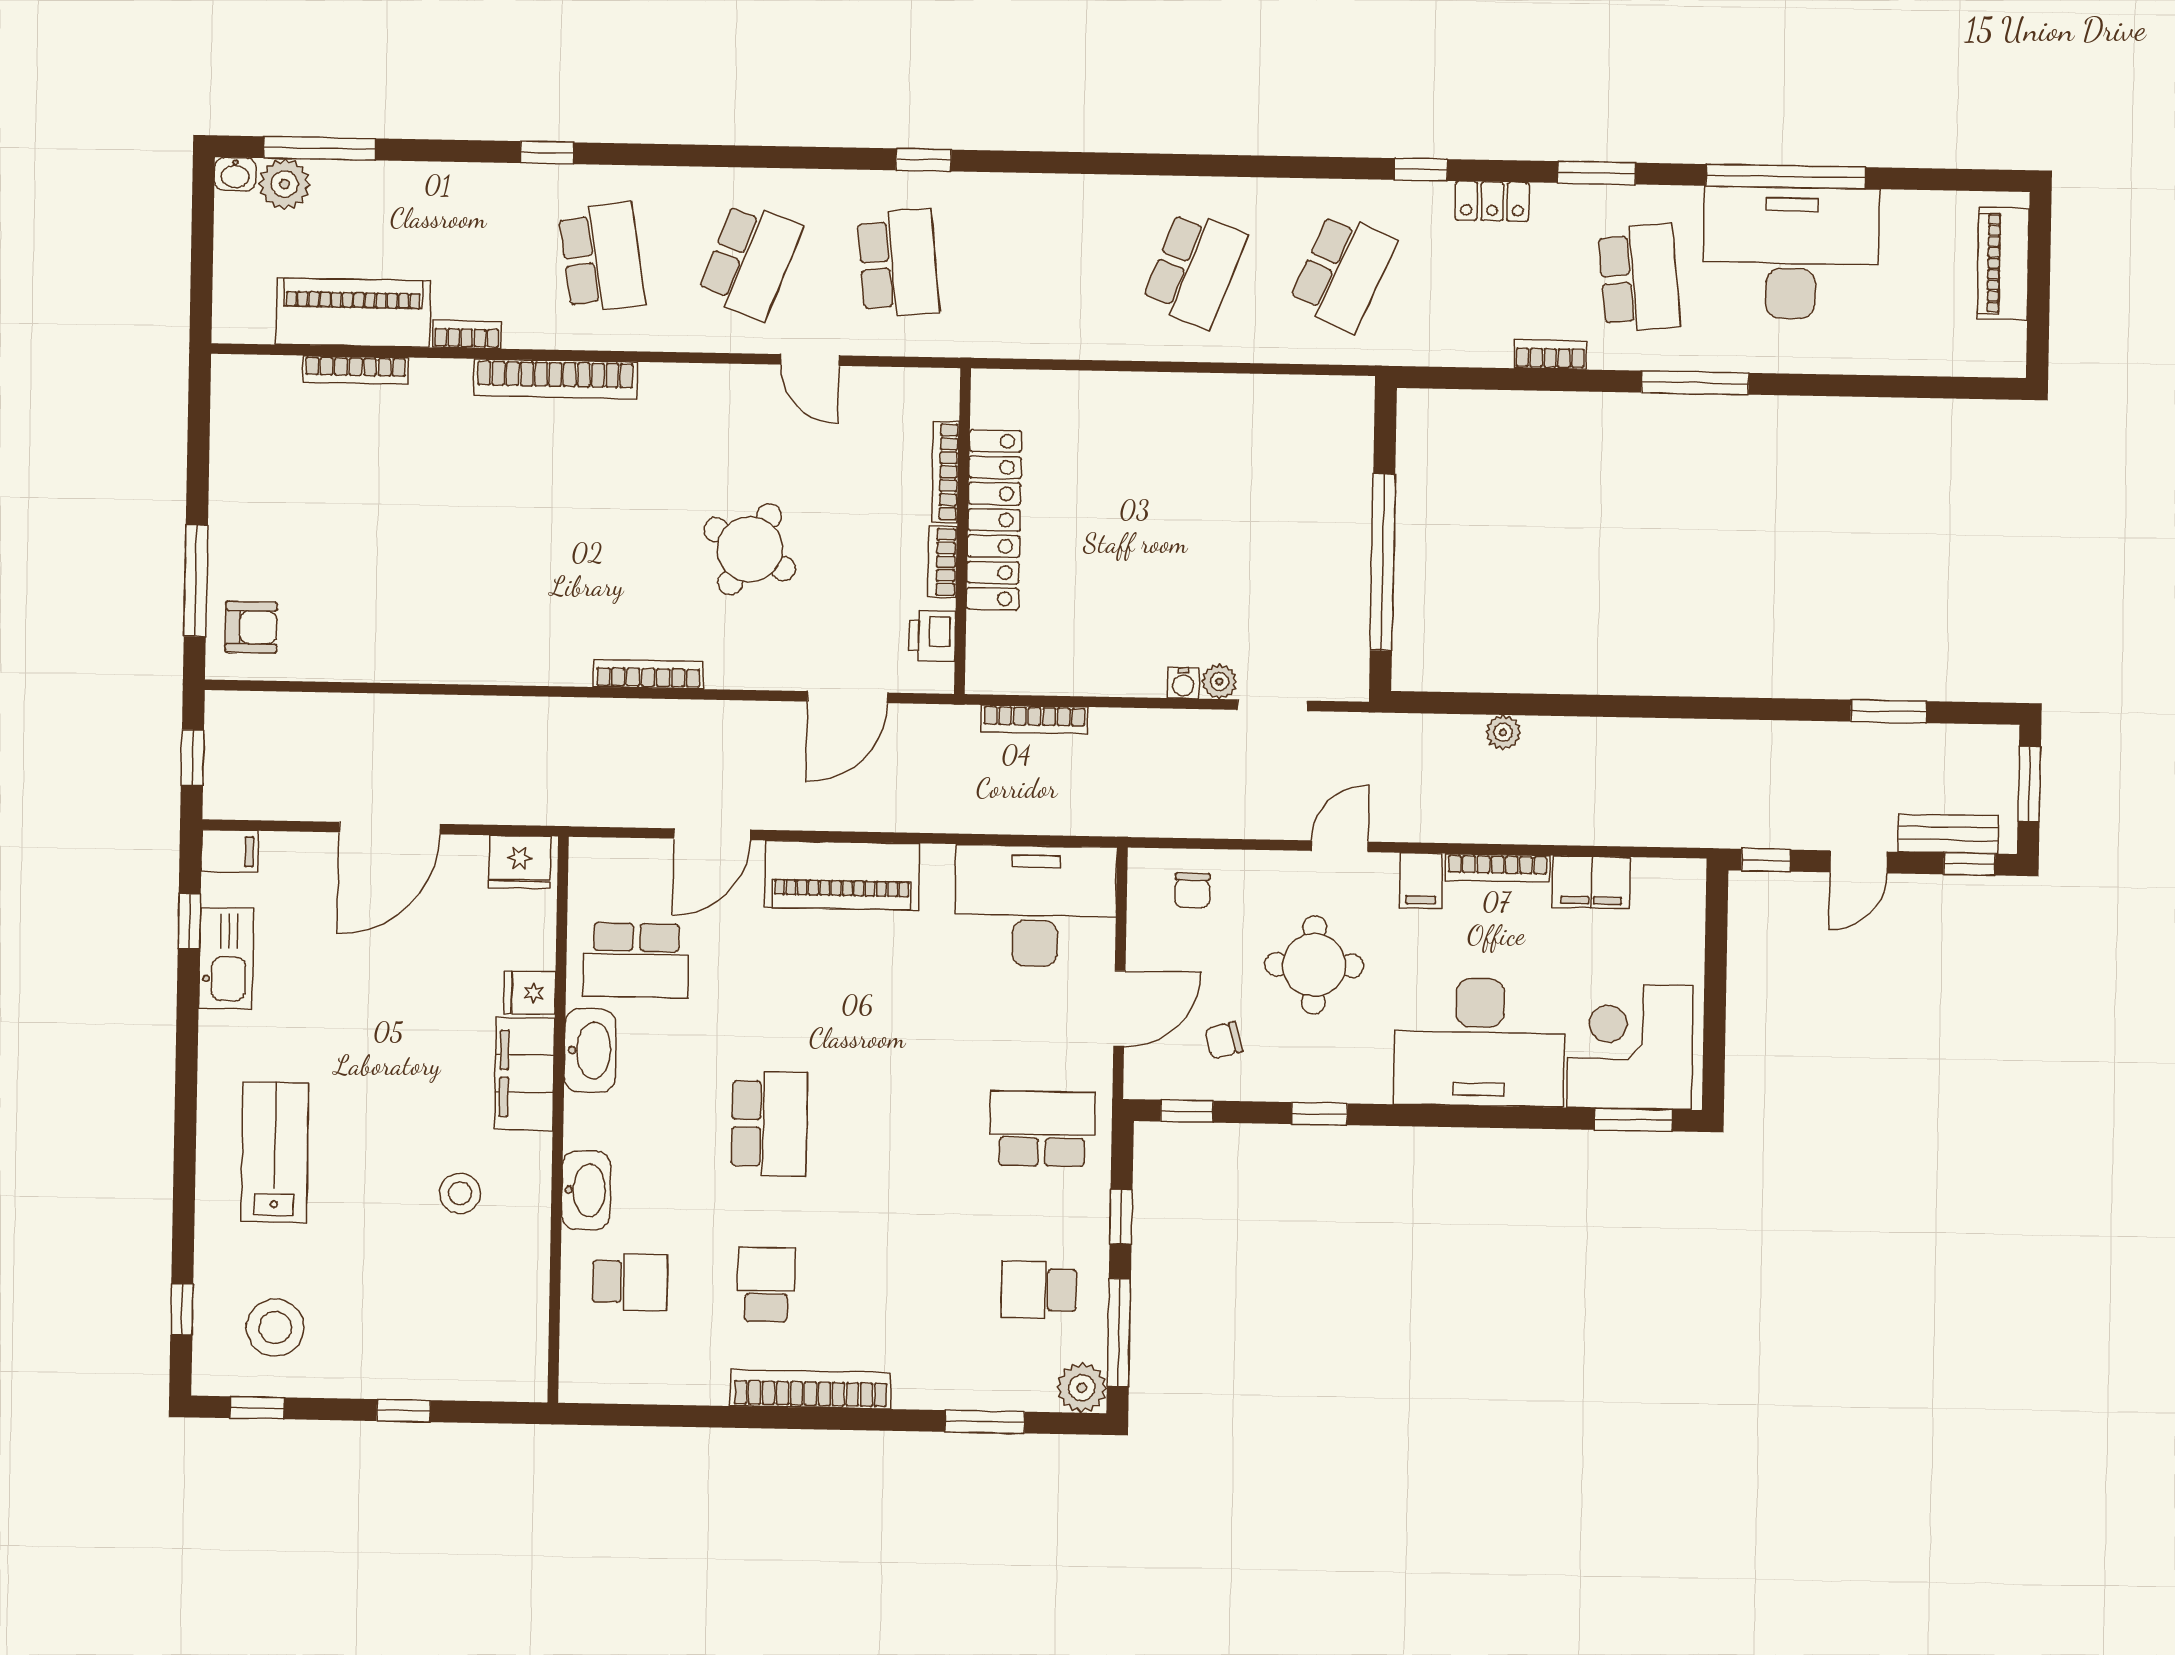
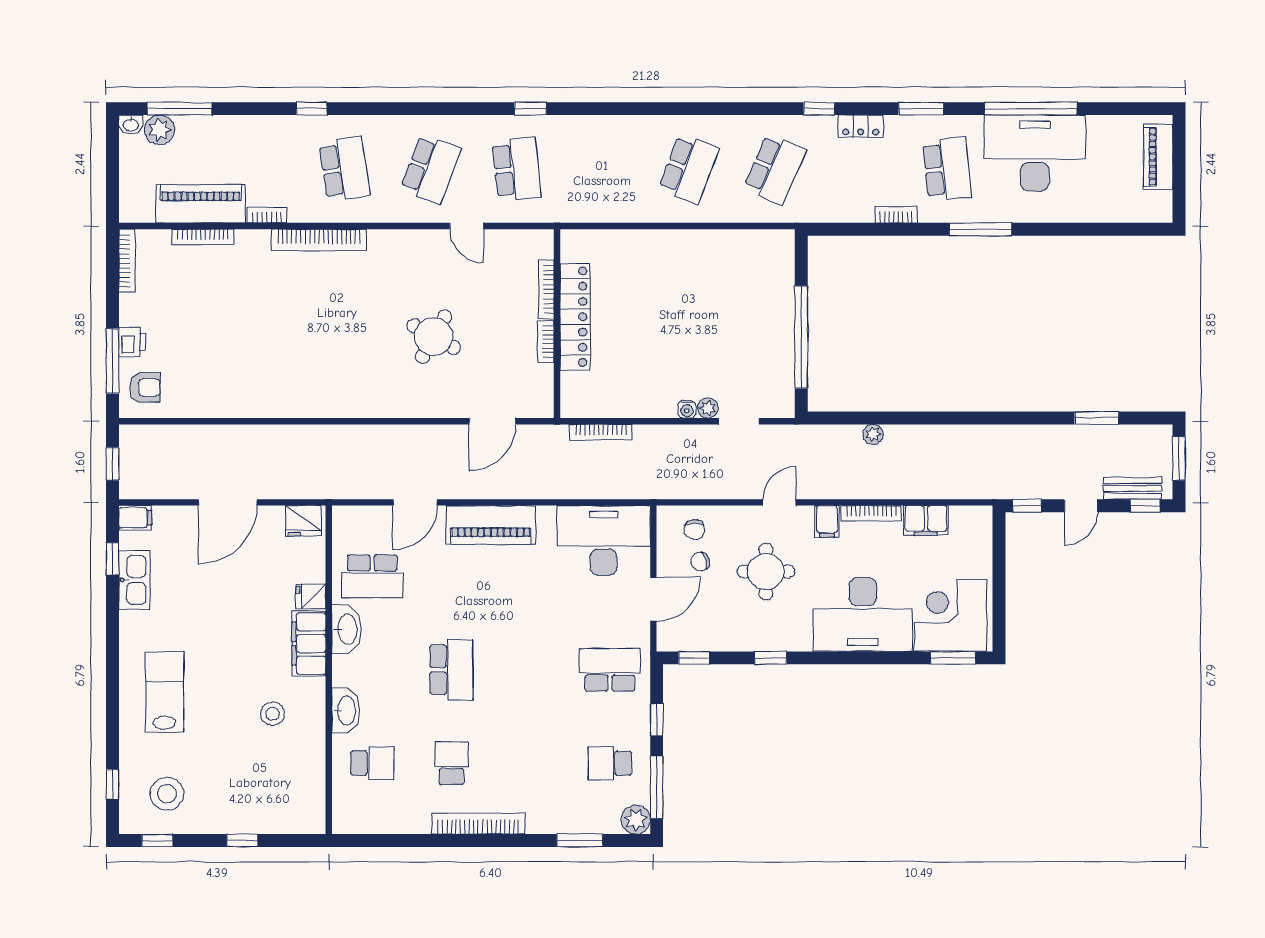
printer: (932, 636) -> (132, 342), moved, turned 180
bookcase: (648, 674) -> (127, 261), moved, turned 90
chair: (1224, 1040) -> (700, 561), moved

